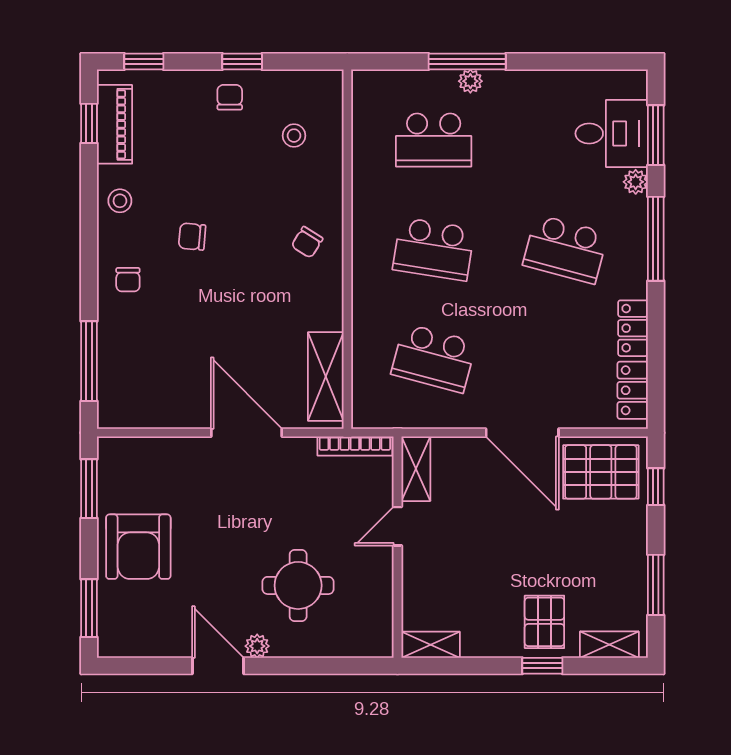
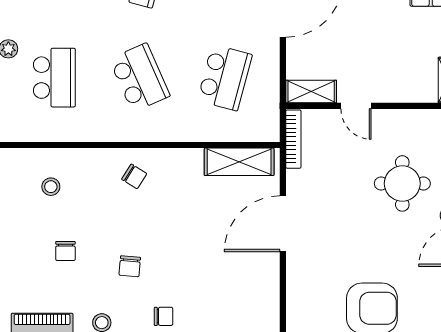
chair: (230, 97) -> (65, 251), moved, turned -90
school desk: (434, 249) -> (140, 78), turned -33

